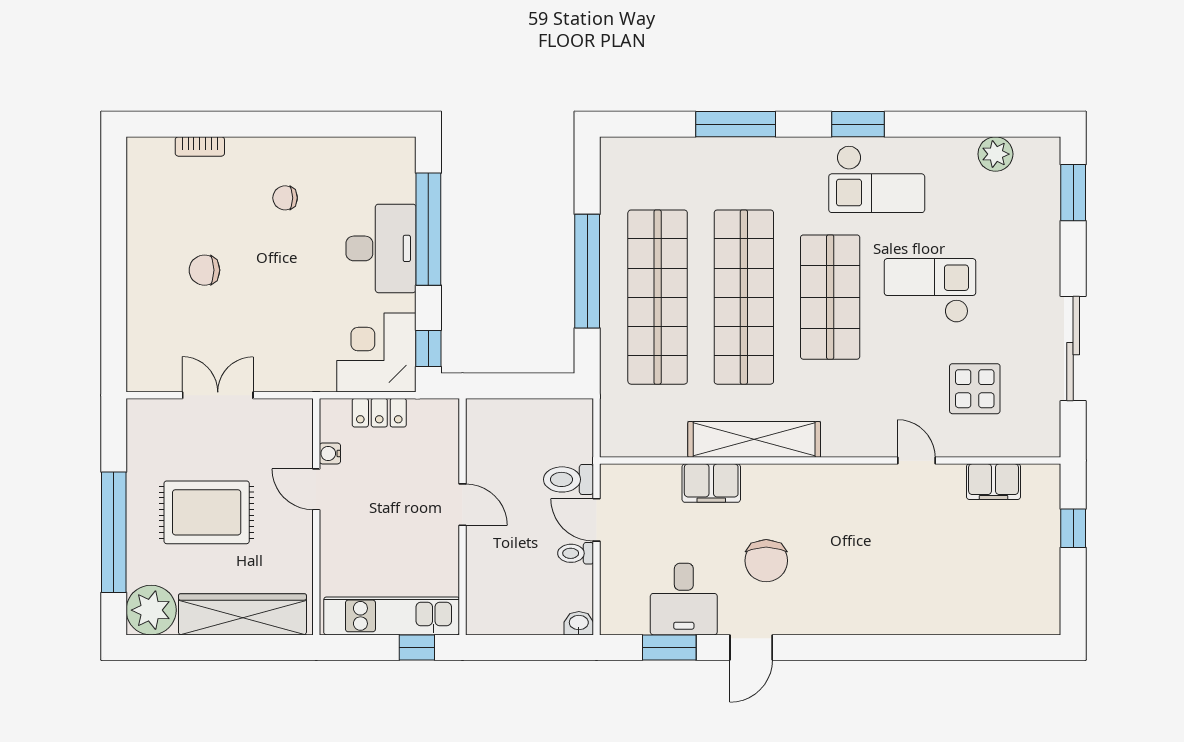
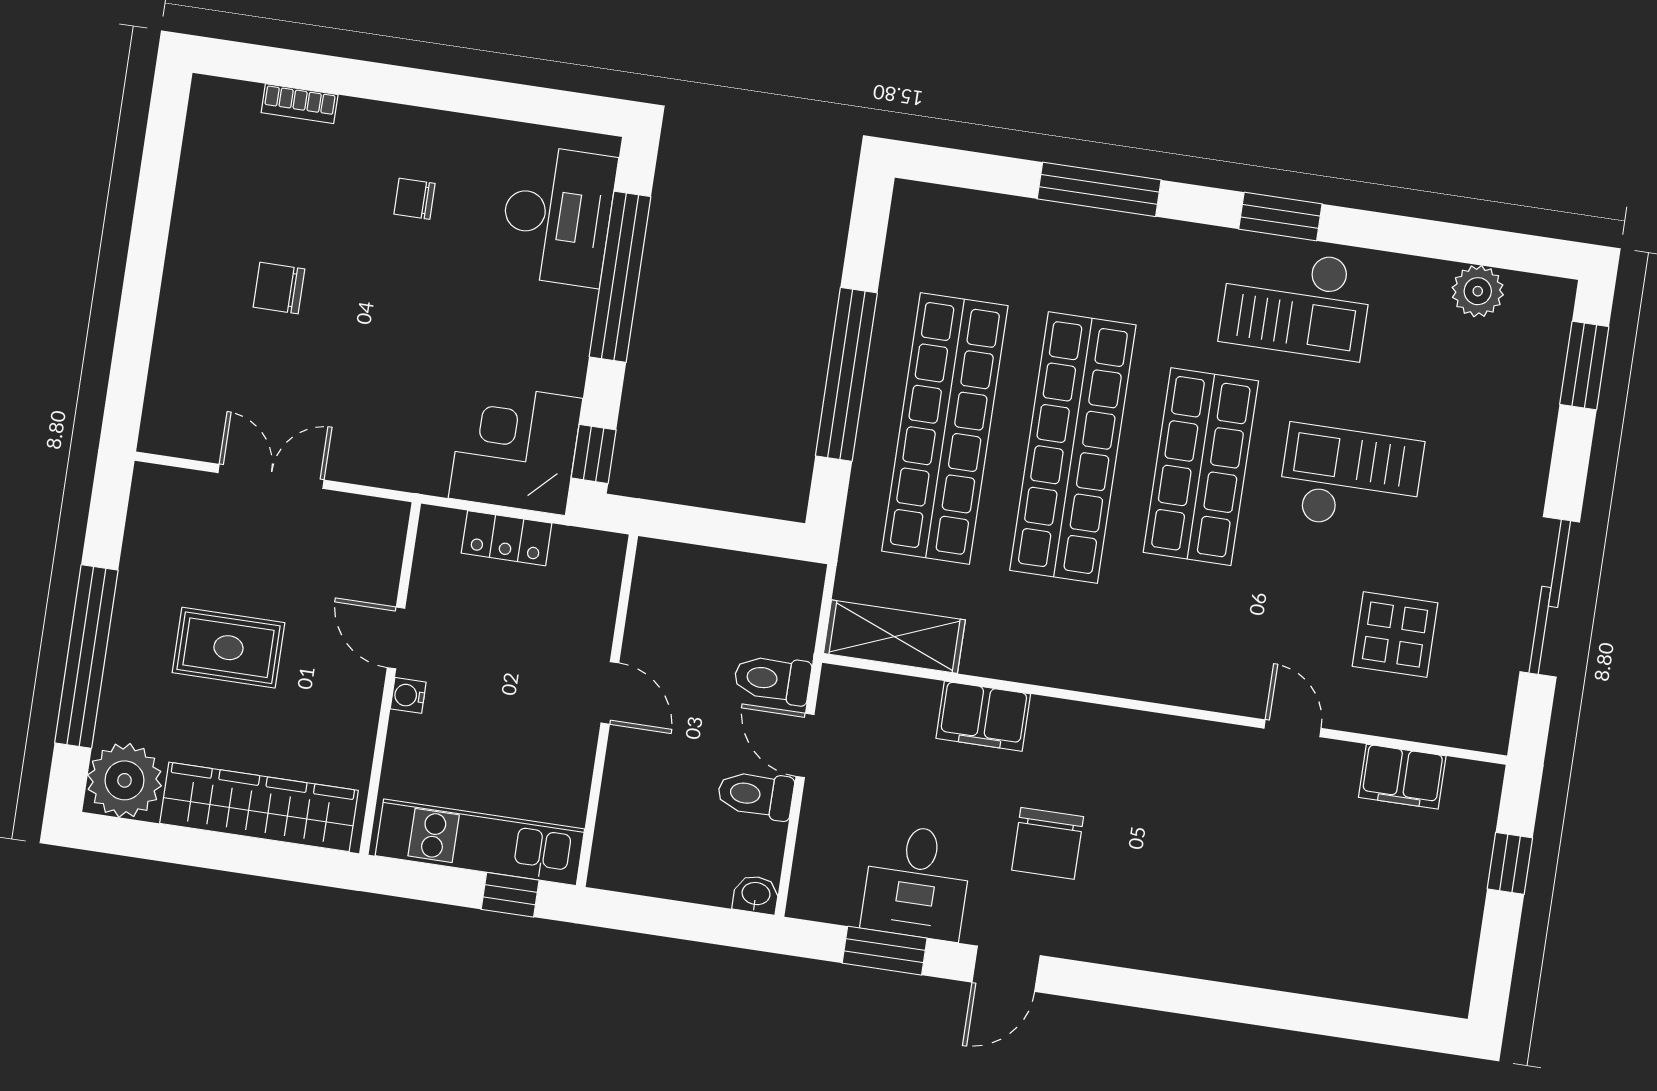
desk: (381, 248) -> (557, 216), moved
shelving: (754, 439) -> (894, 637), moved, width x0.68
water cooler: (330, 453) -> (408, 695), moved
rug: (207, 512) -> (228, 648), width x0.73, depth x0.70
toilet: (576, 553) -> (755, 795), width x1.37, depth x1.39

